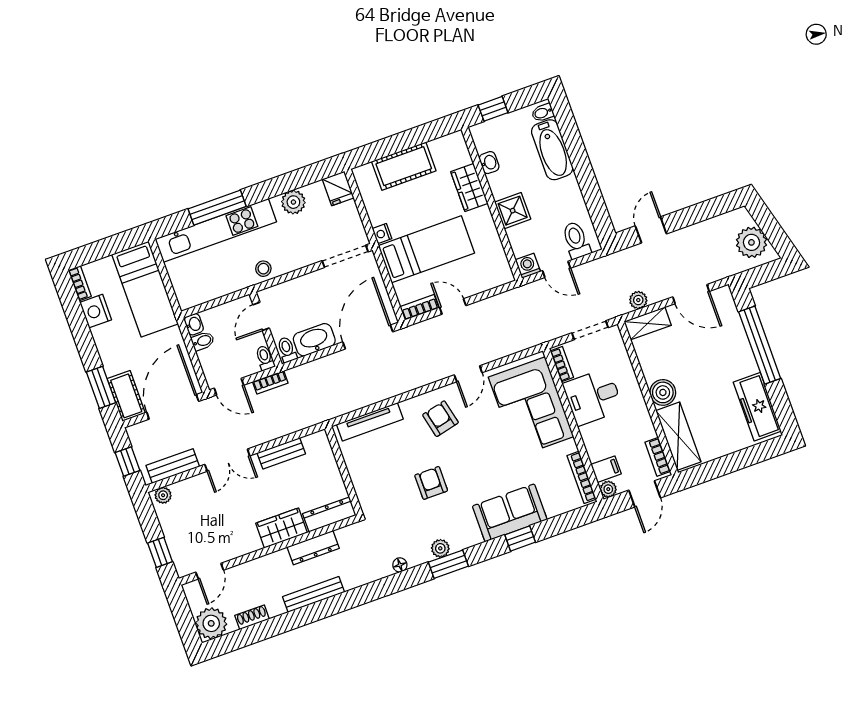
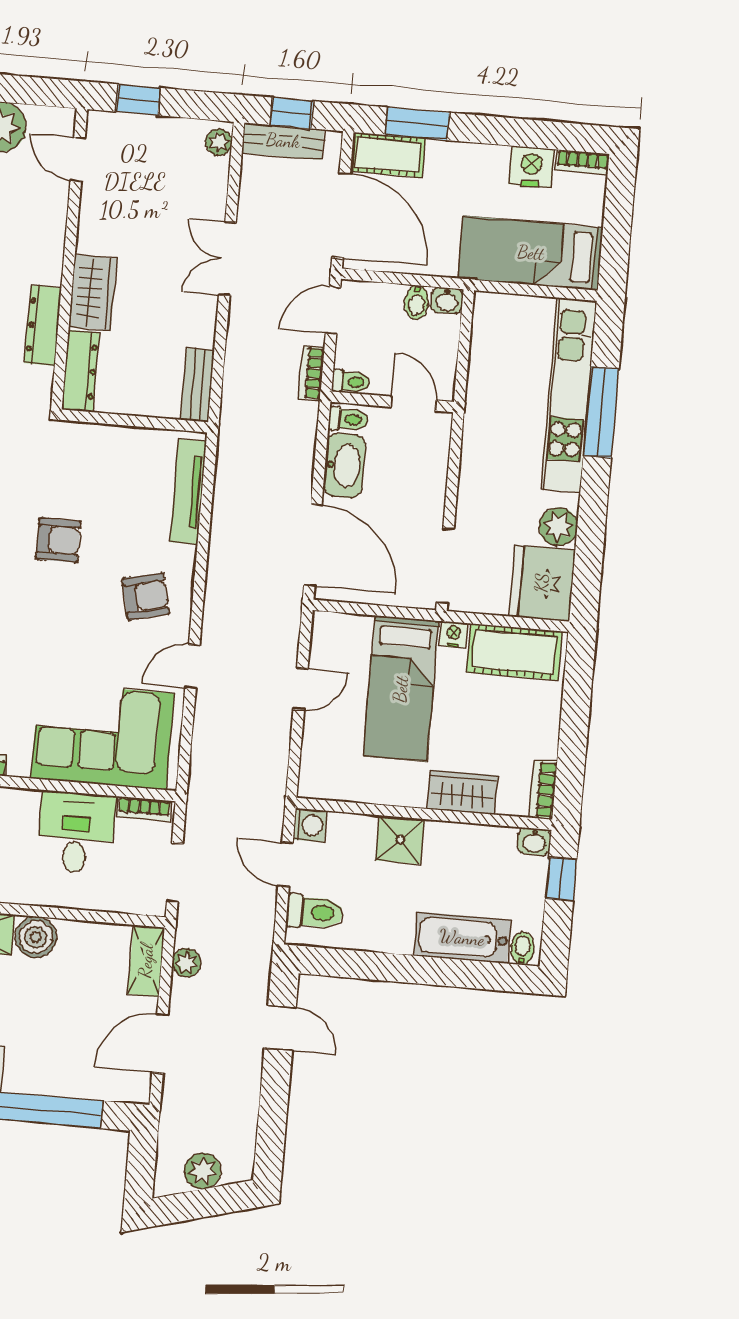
washbasin: (489, 163) -> (534, 842), moved
cot: (404, 166) -> (514, 652), moved, turned 90
fridge: (338, 188) -> (542, 583), width x1.88, depth x1.34
plant: (751, 242) -> (203, 1171), width x0.73, depth x0.73
stool: (263, 269) -> (482, 439), removed
door: (556, 269) -> (285, 864), hinge flipped
bookcase: (419, 307) -> (543, 790), moved, turned 180
door: (468, 374) -> (192, 666), hinge flipped
bench: (281, 453) -> (197, 385), moved
bench: (173, 466) -> (283, 141), moved, turned 90

